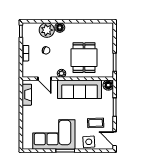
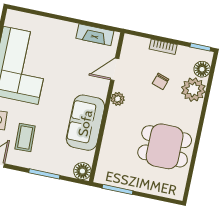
floor lamp: (60, 28) -> (202, 69), moved
dining table: (84, 58) -> (165, 146), moved
sofa: (79, 89) -> (85, 123), width x0.73

